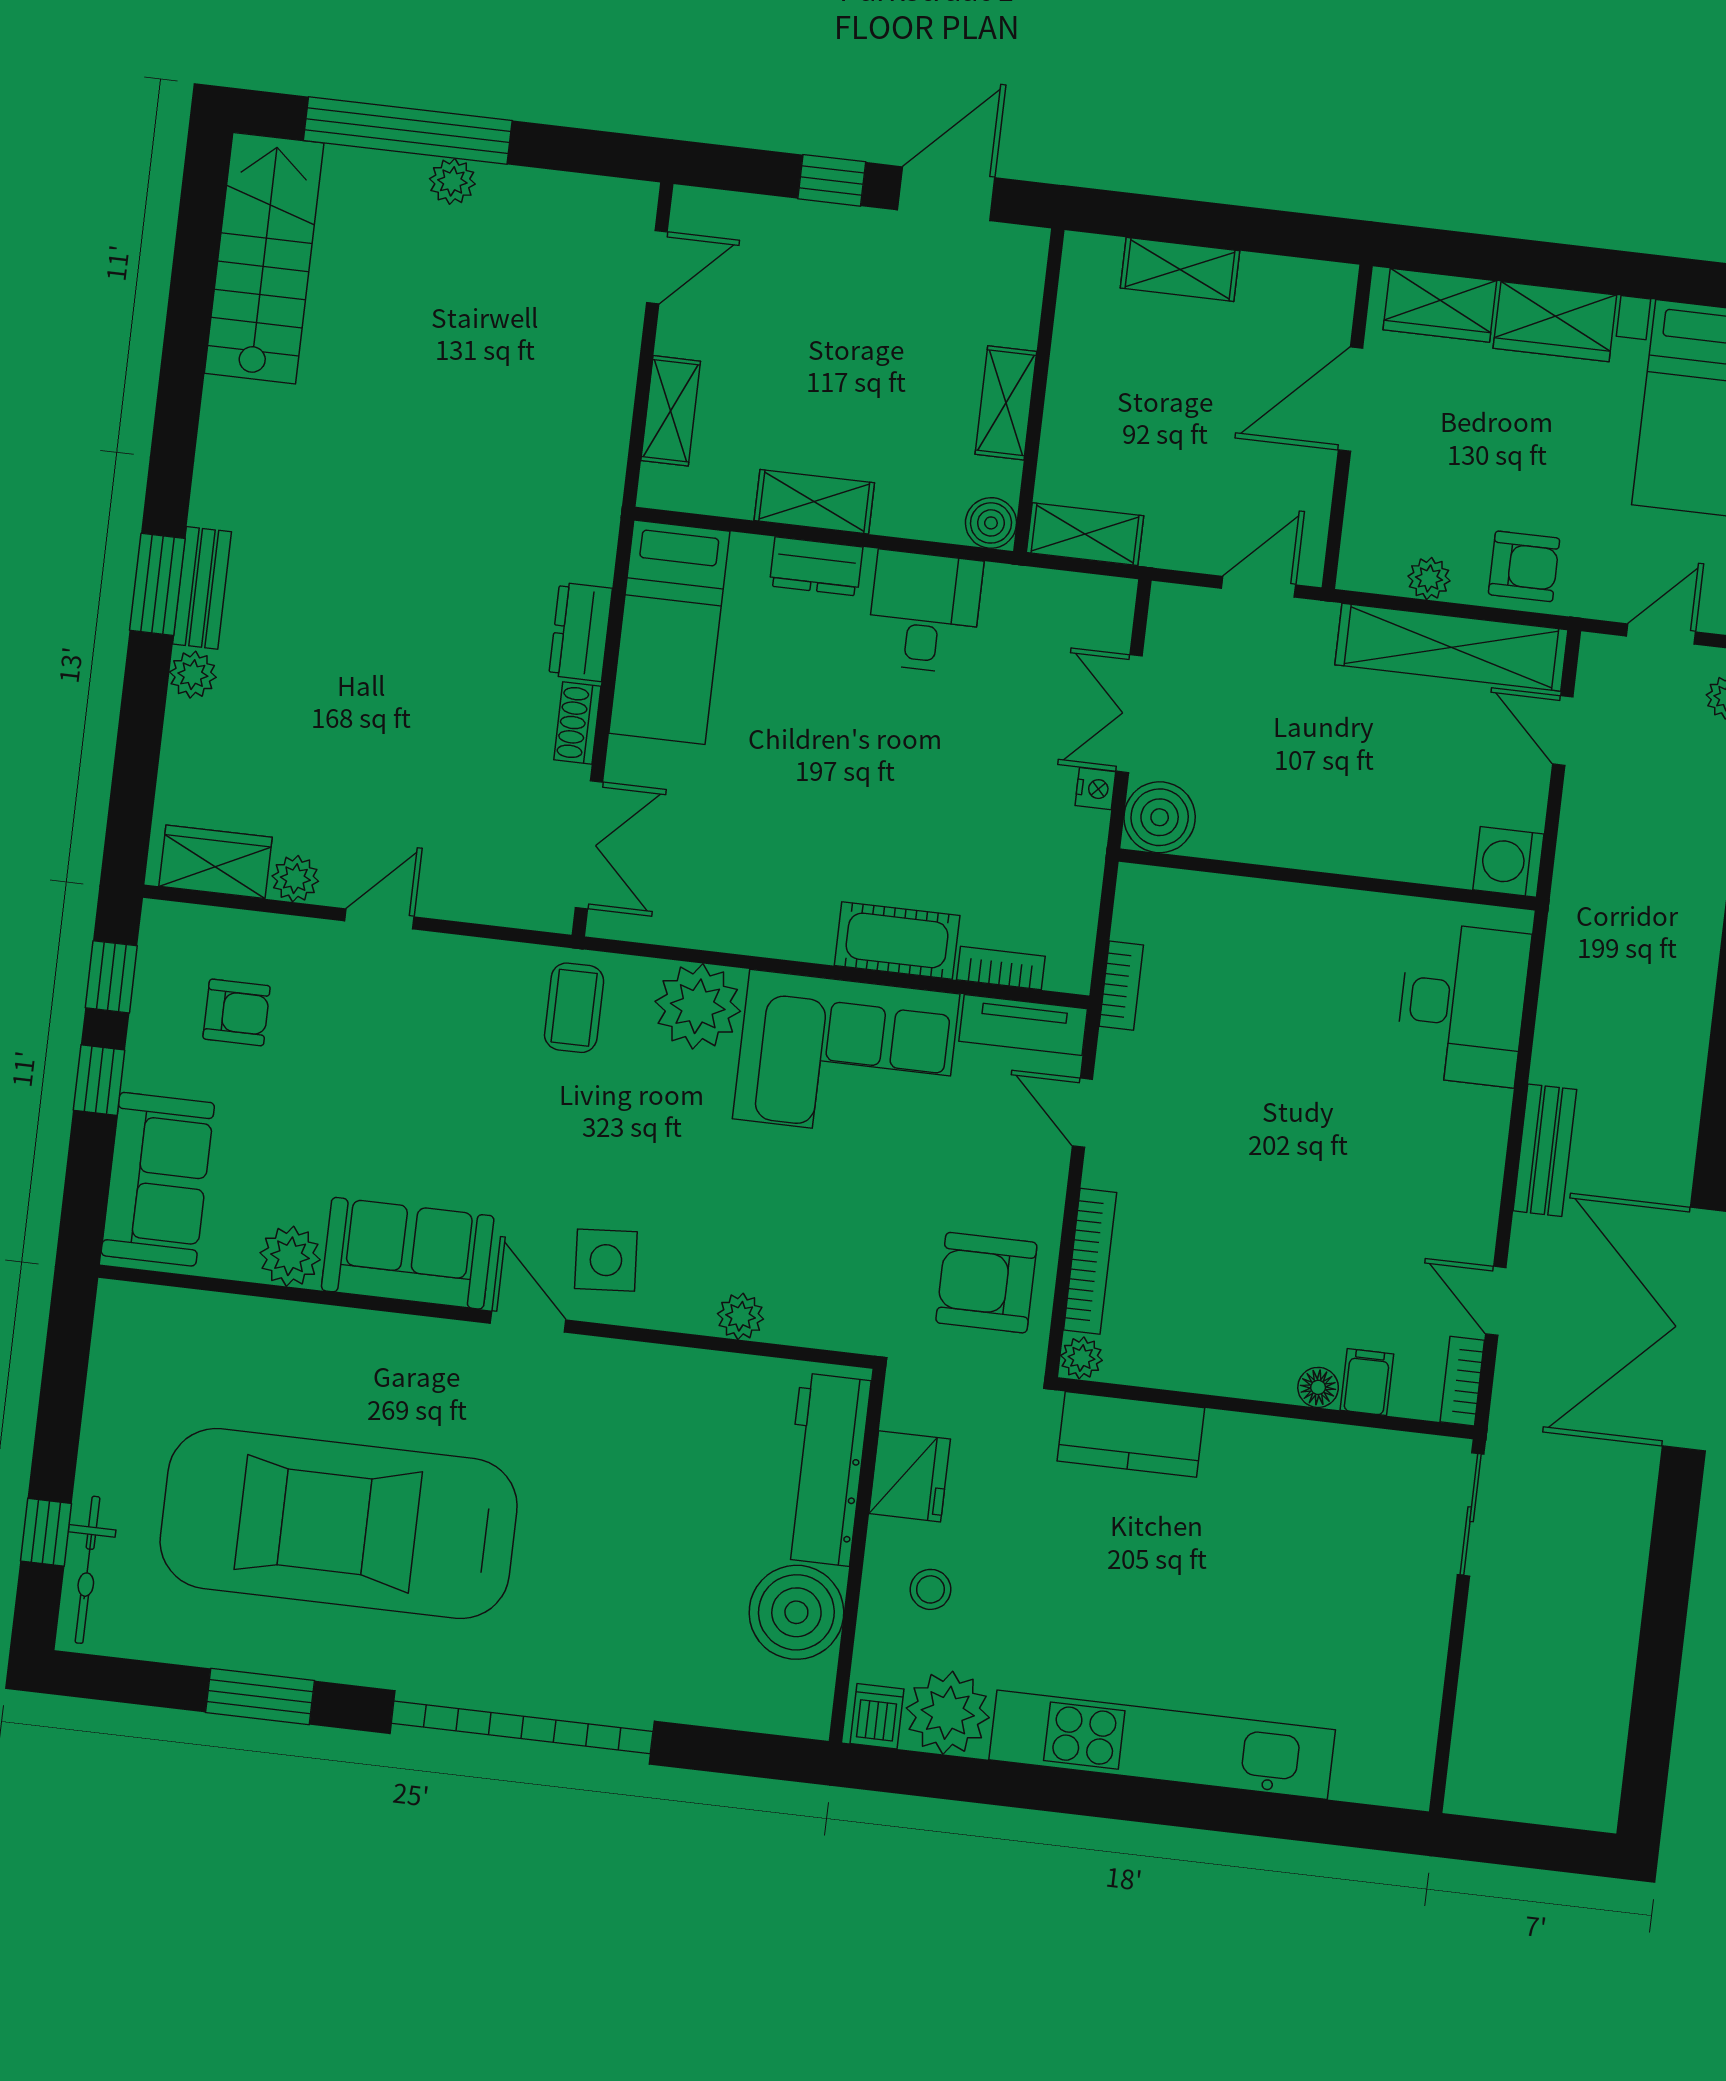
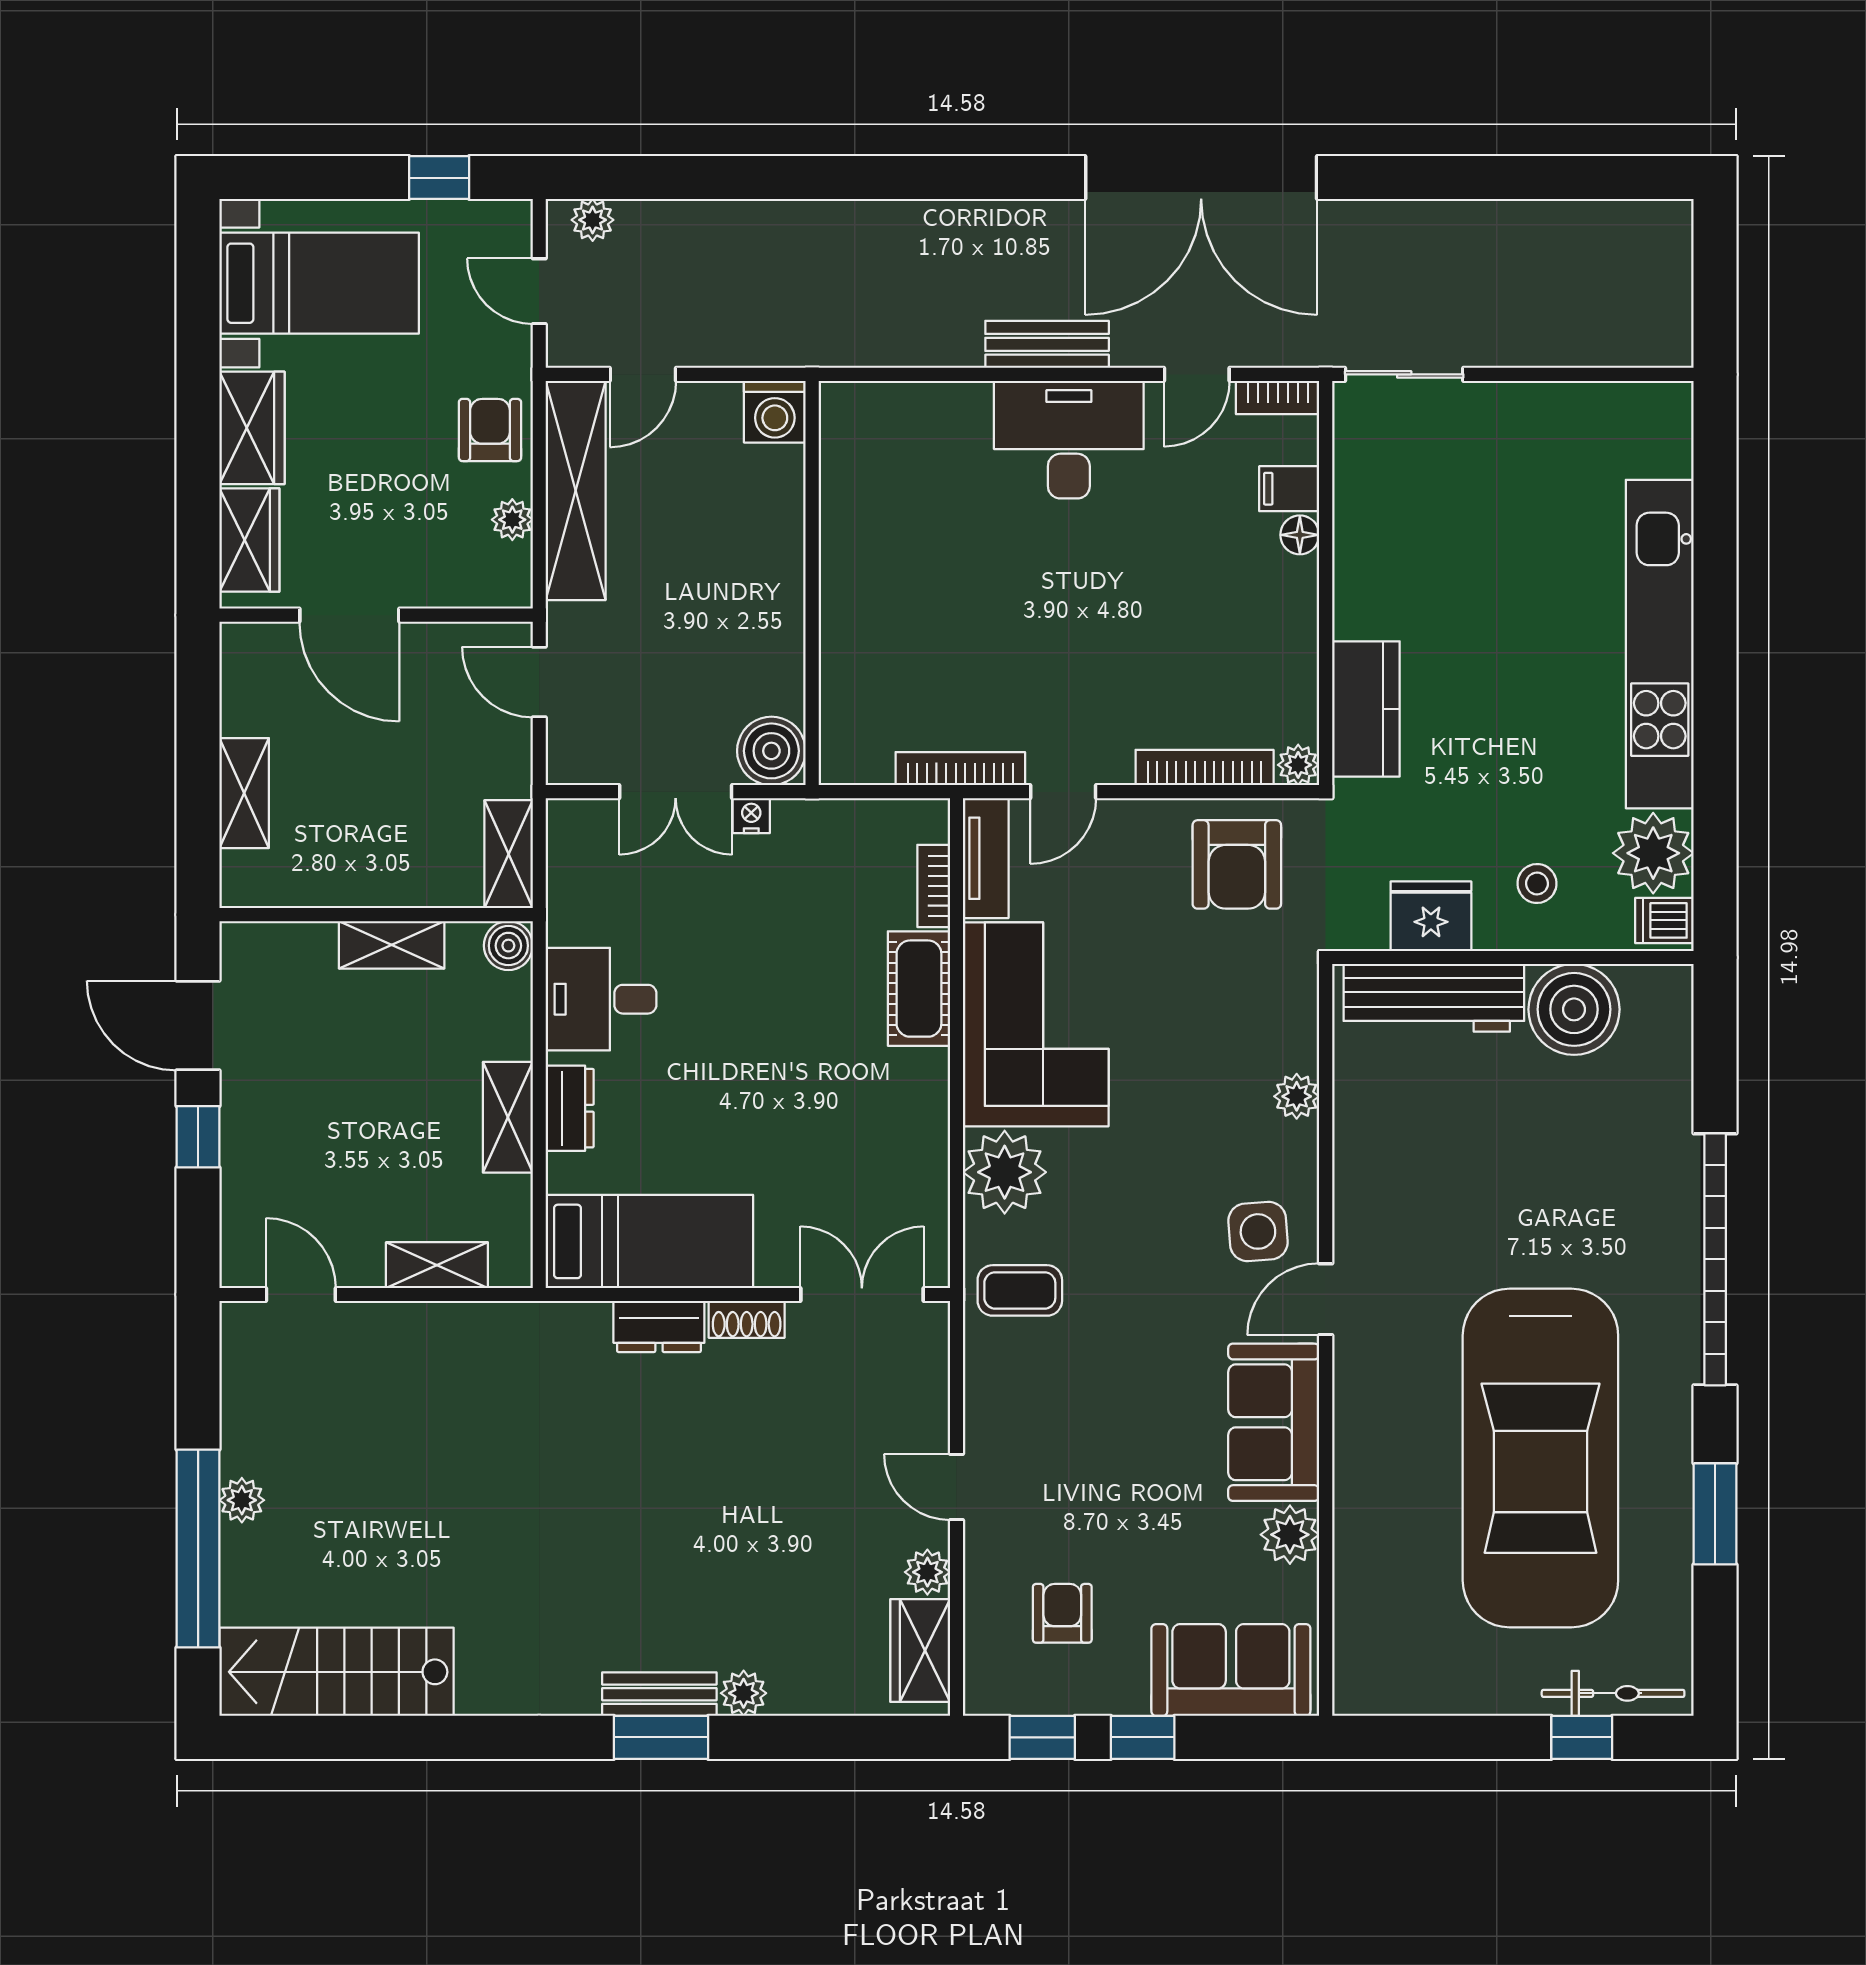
bookcase: (1121, 986) -> (960, 769), width x1.56
desk: (1463, 1004) -> (1069, 440), moved

